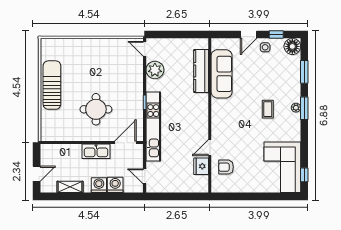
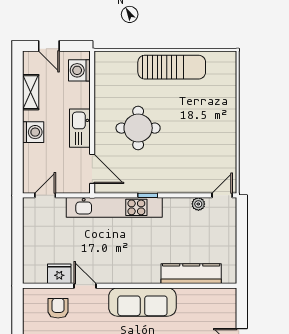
plant: (155, 70) -> (198, 204), width x0.53, depth x0.53
sofa: (222, 74) -> (142, 302), moved
washing machine: (115, 185) -> (79, 70), moved, turned 180

